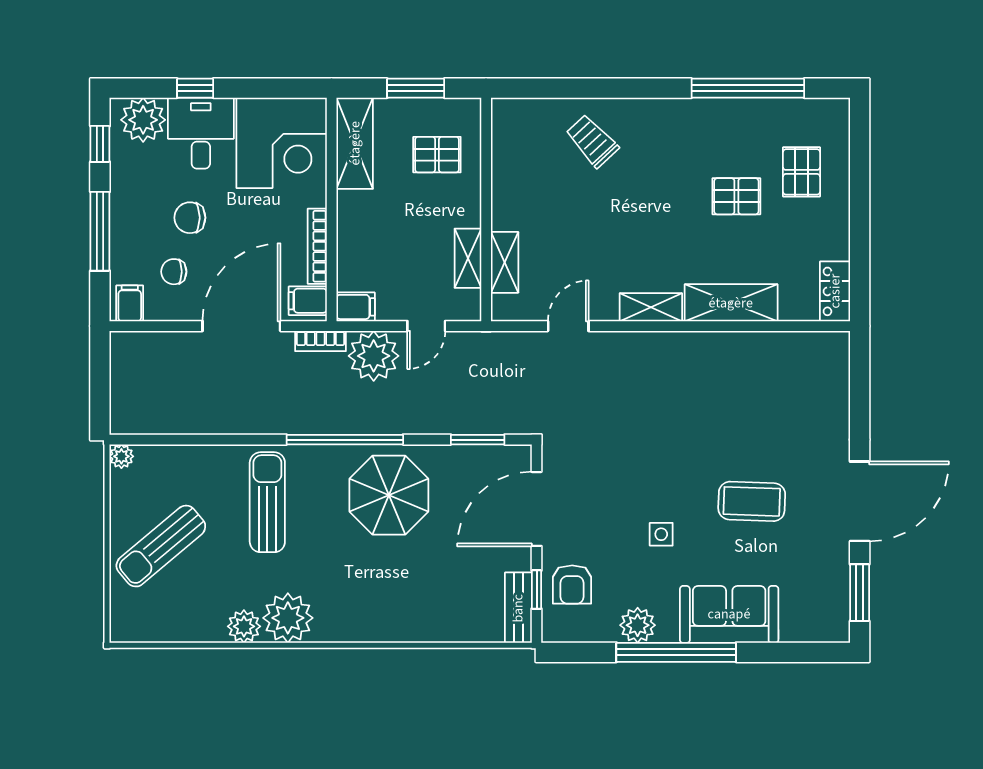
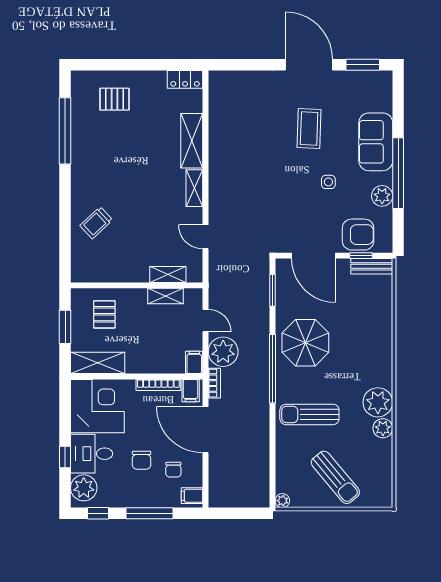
pallet: (736, 196) -> (129, 138), removed
armchair: (572, 585) -> (358, 235), width x1.38, depth x1.38

